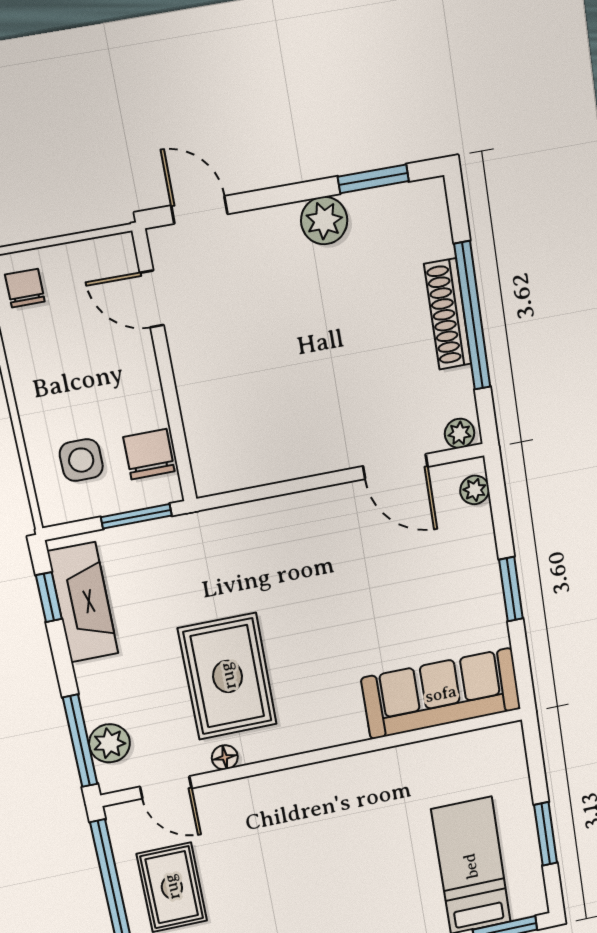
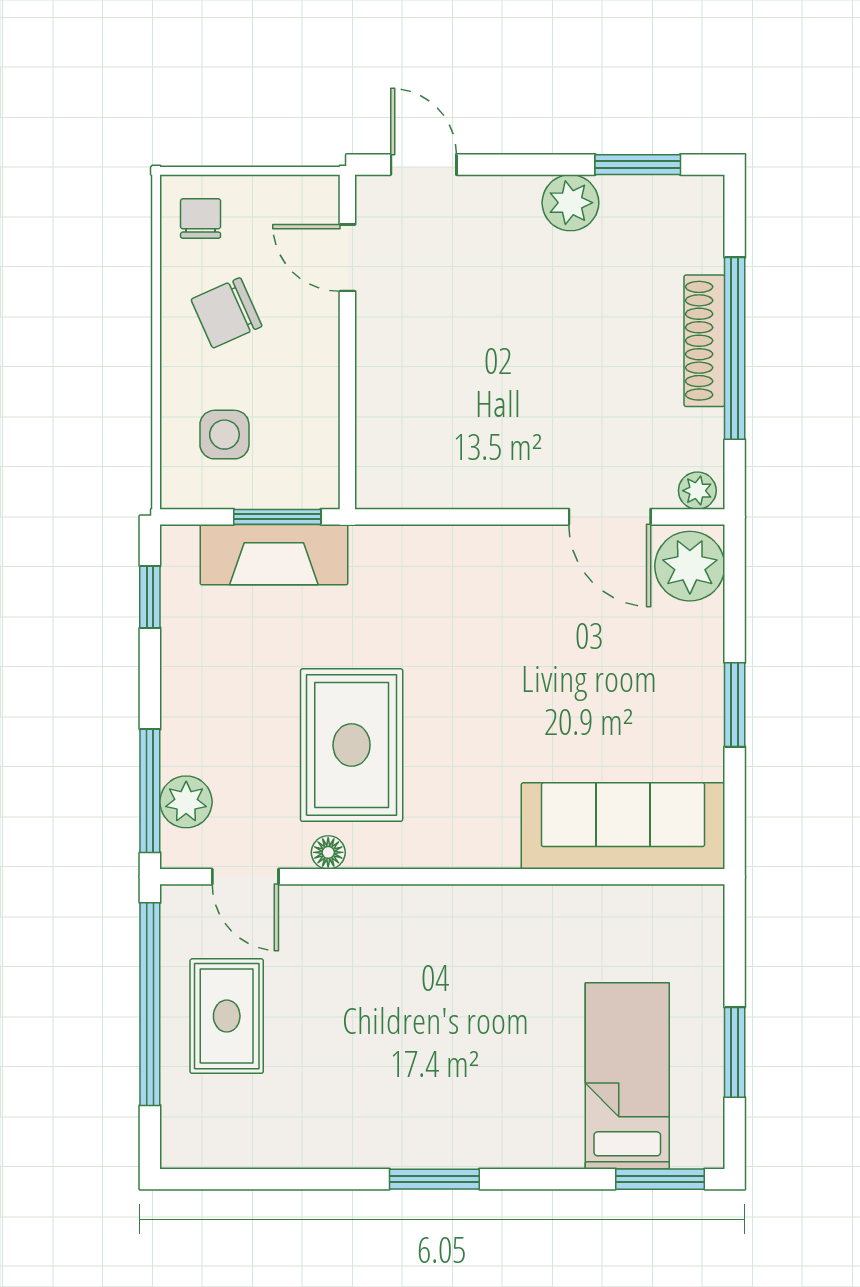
chair: (149, 454) -> (227, 313), moved, turned -114
plant: (475, 490) -> (690, 566), width x1.88, depth x1.88
fireplace: (83, 602) -> (274, 555), moved, turned 90

